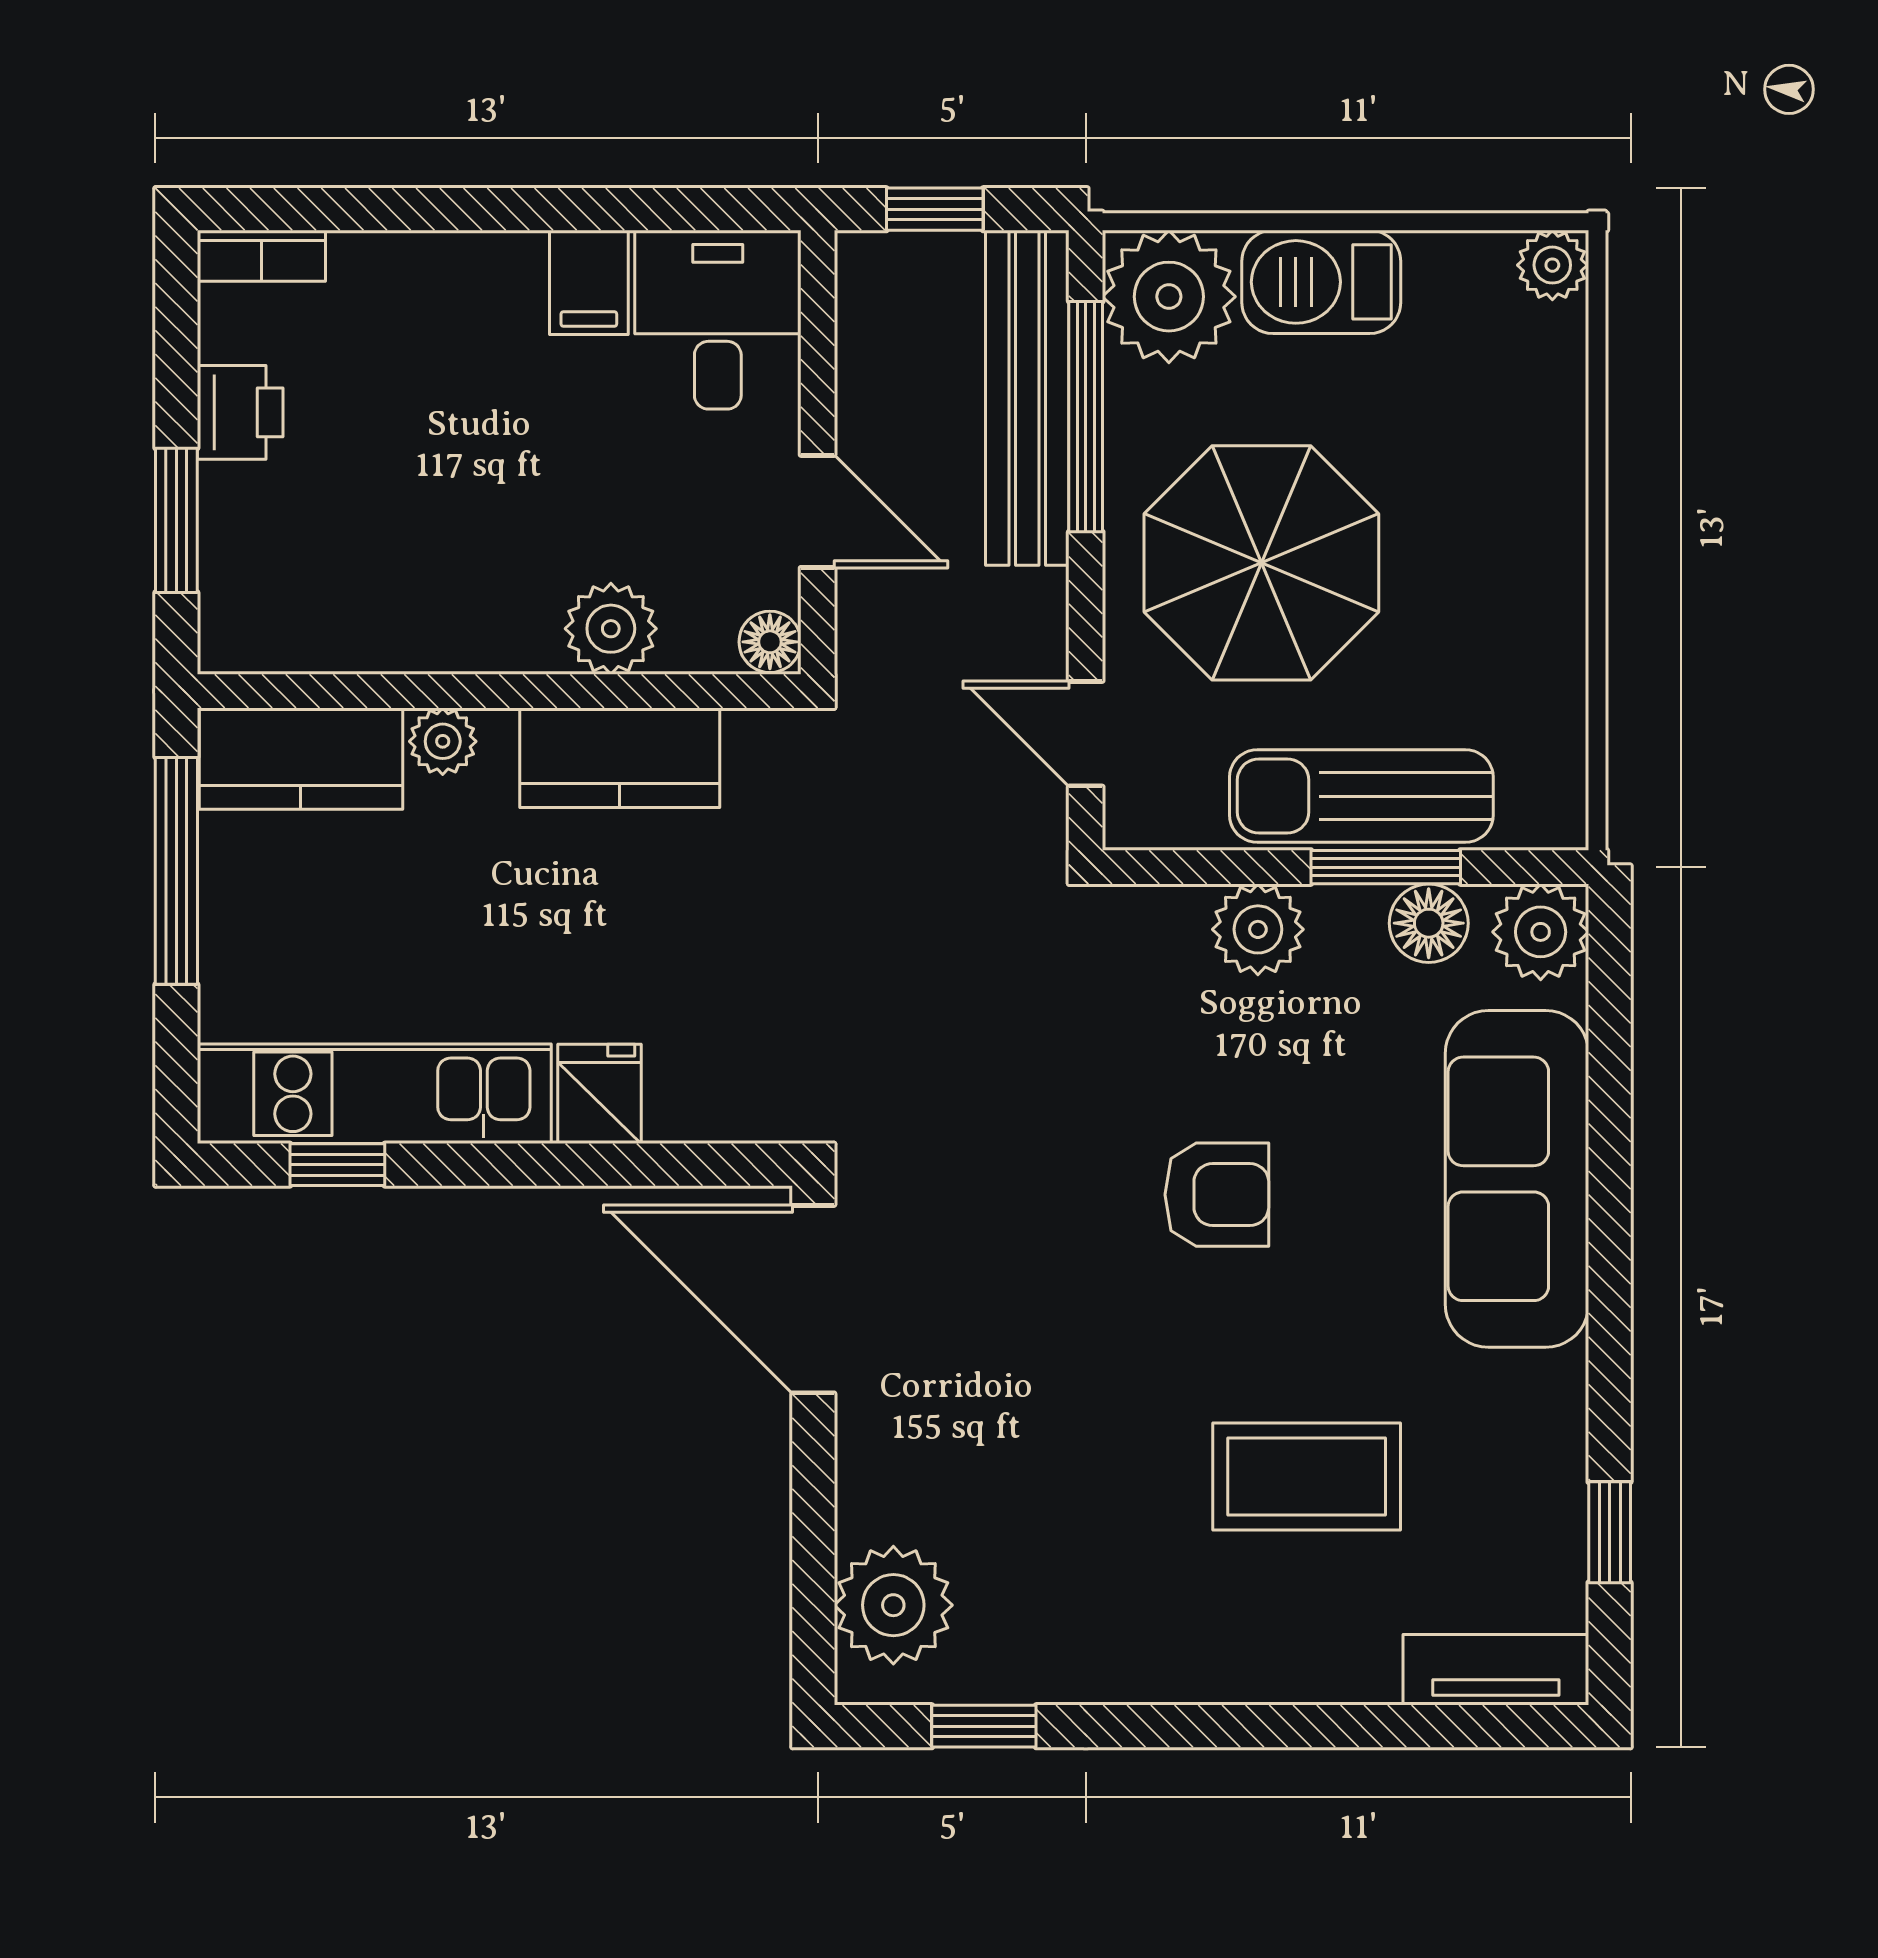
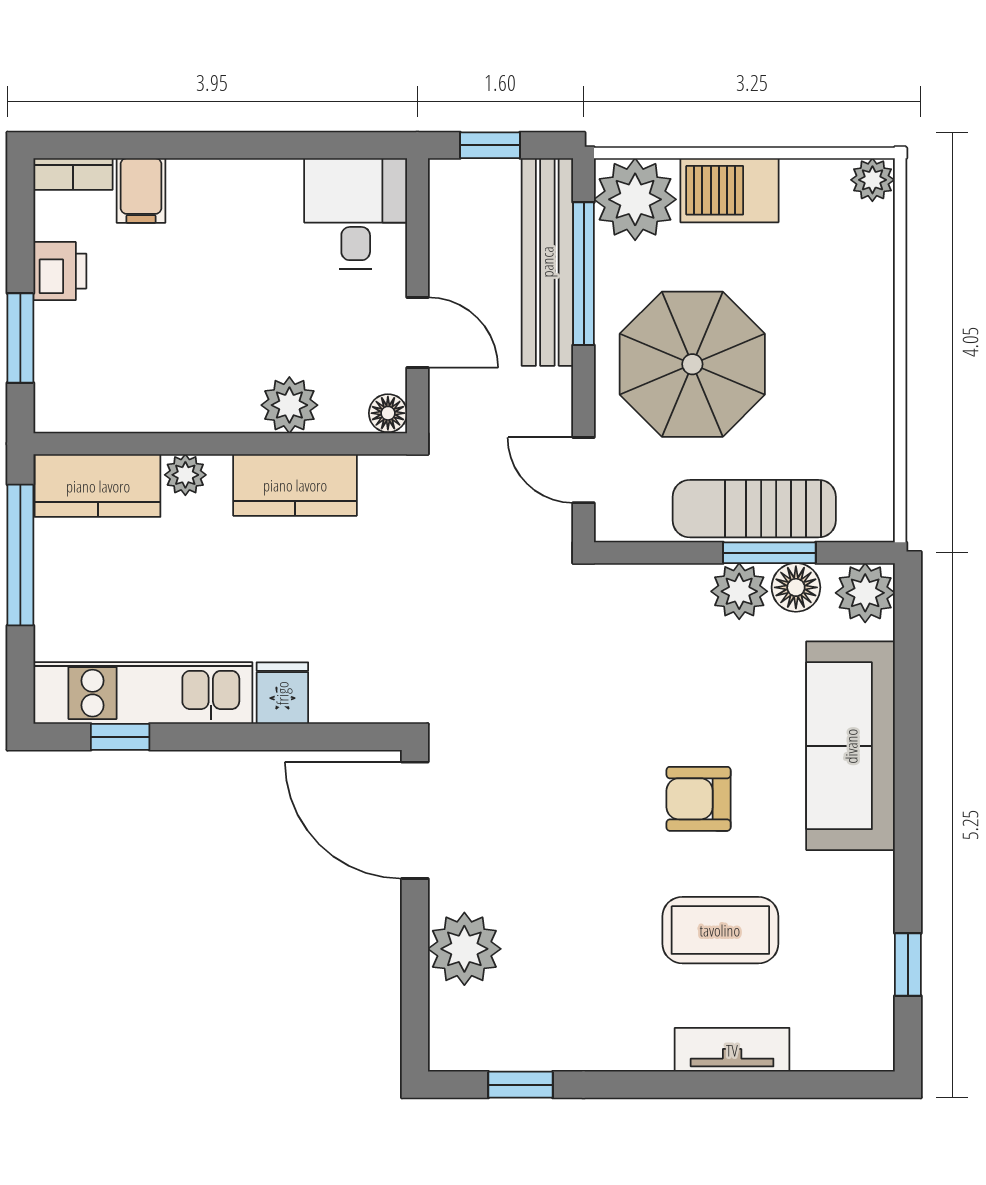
filing cabinet: (589, 282) -> (141, 191), moved
plant: (1258, 929) -> (739, 591), moved
armchair: (1217, 1195) -> (699, 799), moved, turned 180
plant: (893, 1605) -> (464, 949), moved
tv unit: (1496, 1670) -> (732, 1050), moved

